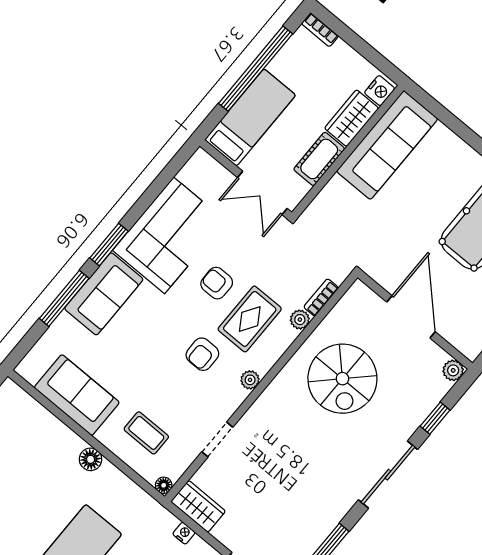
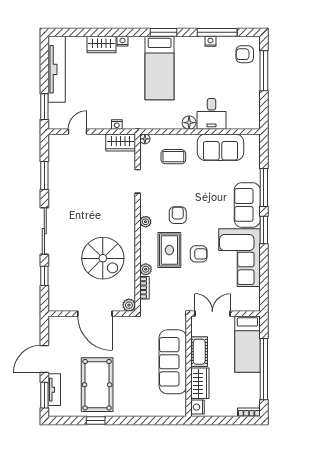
sofa: (387, 145) -> (173, 362), moved
plant: (453, 370) -> (129, 305), moved
spiral stairs: (342, 379) -> (103, 258), turned 180
desk: (53, 447) -> (212, 114), added

